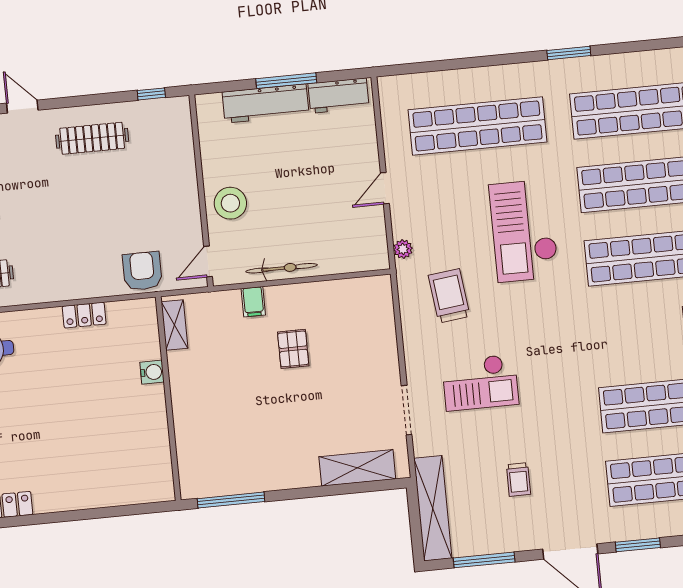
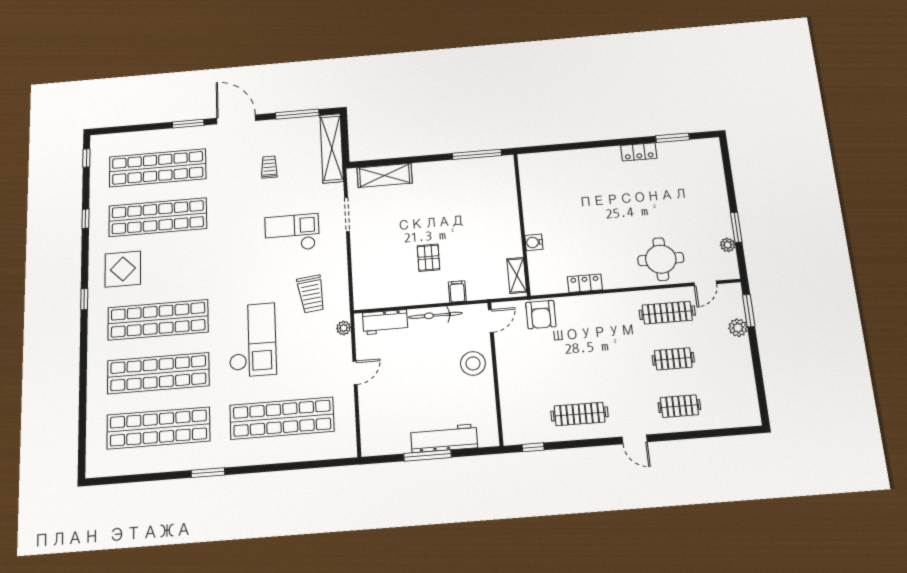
workbench: (338, 96) -> (385, 322), moved, turned 180

